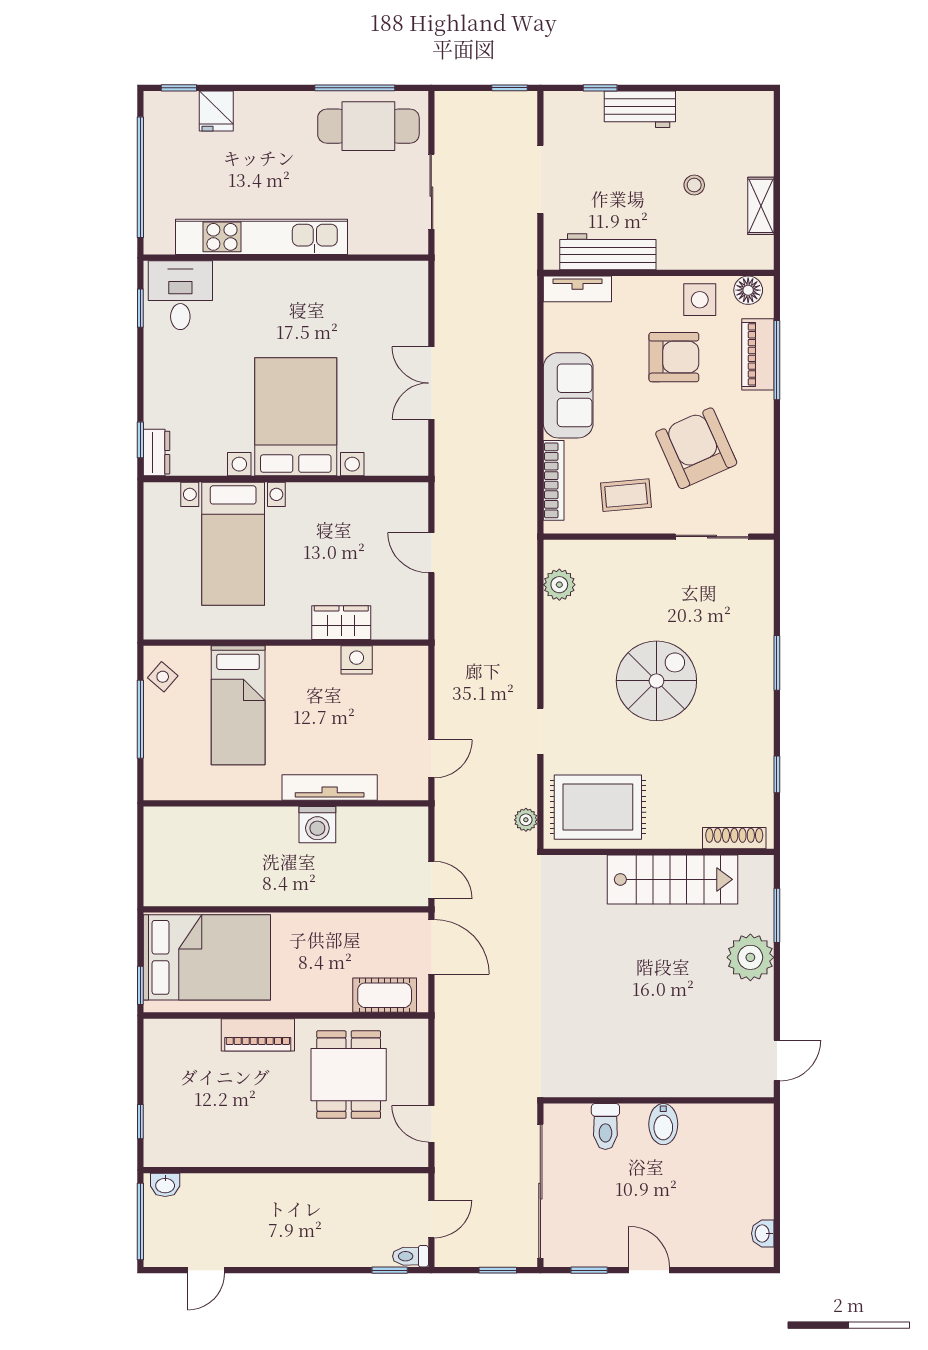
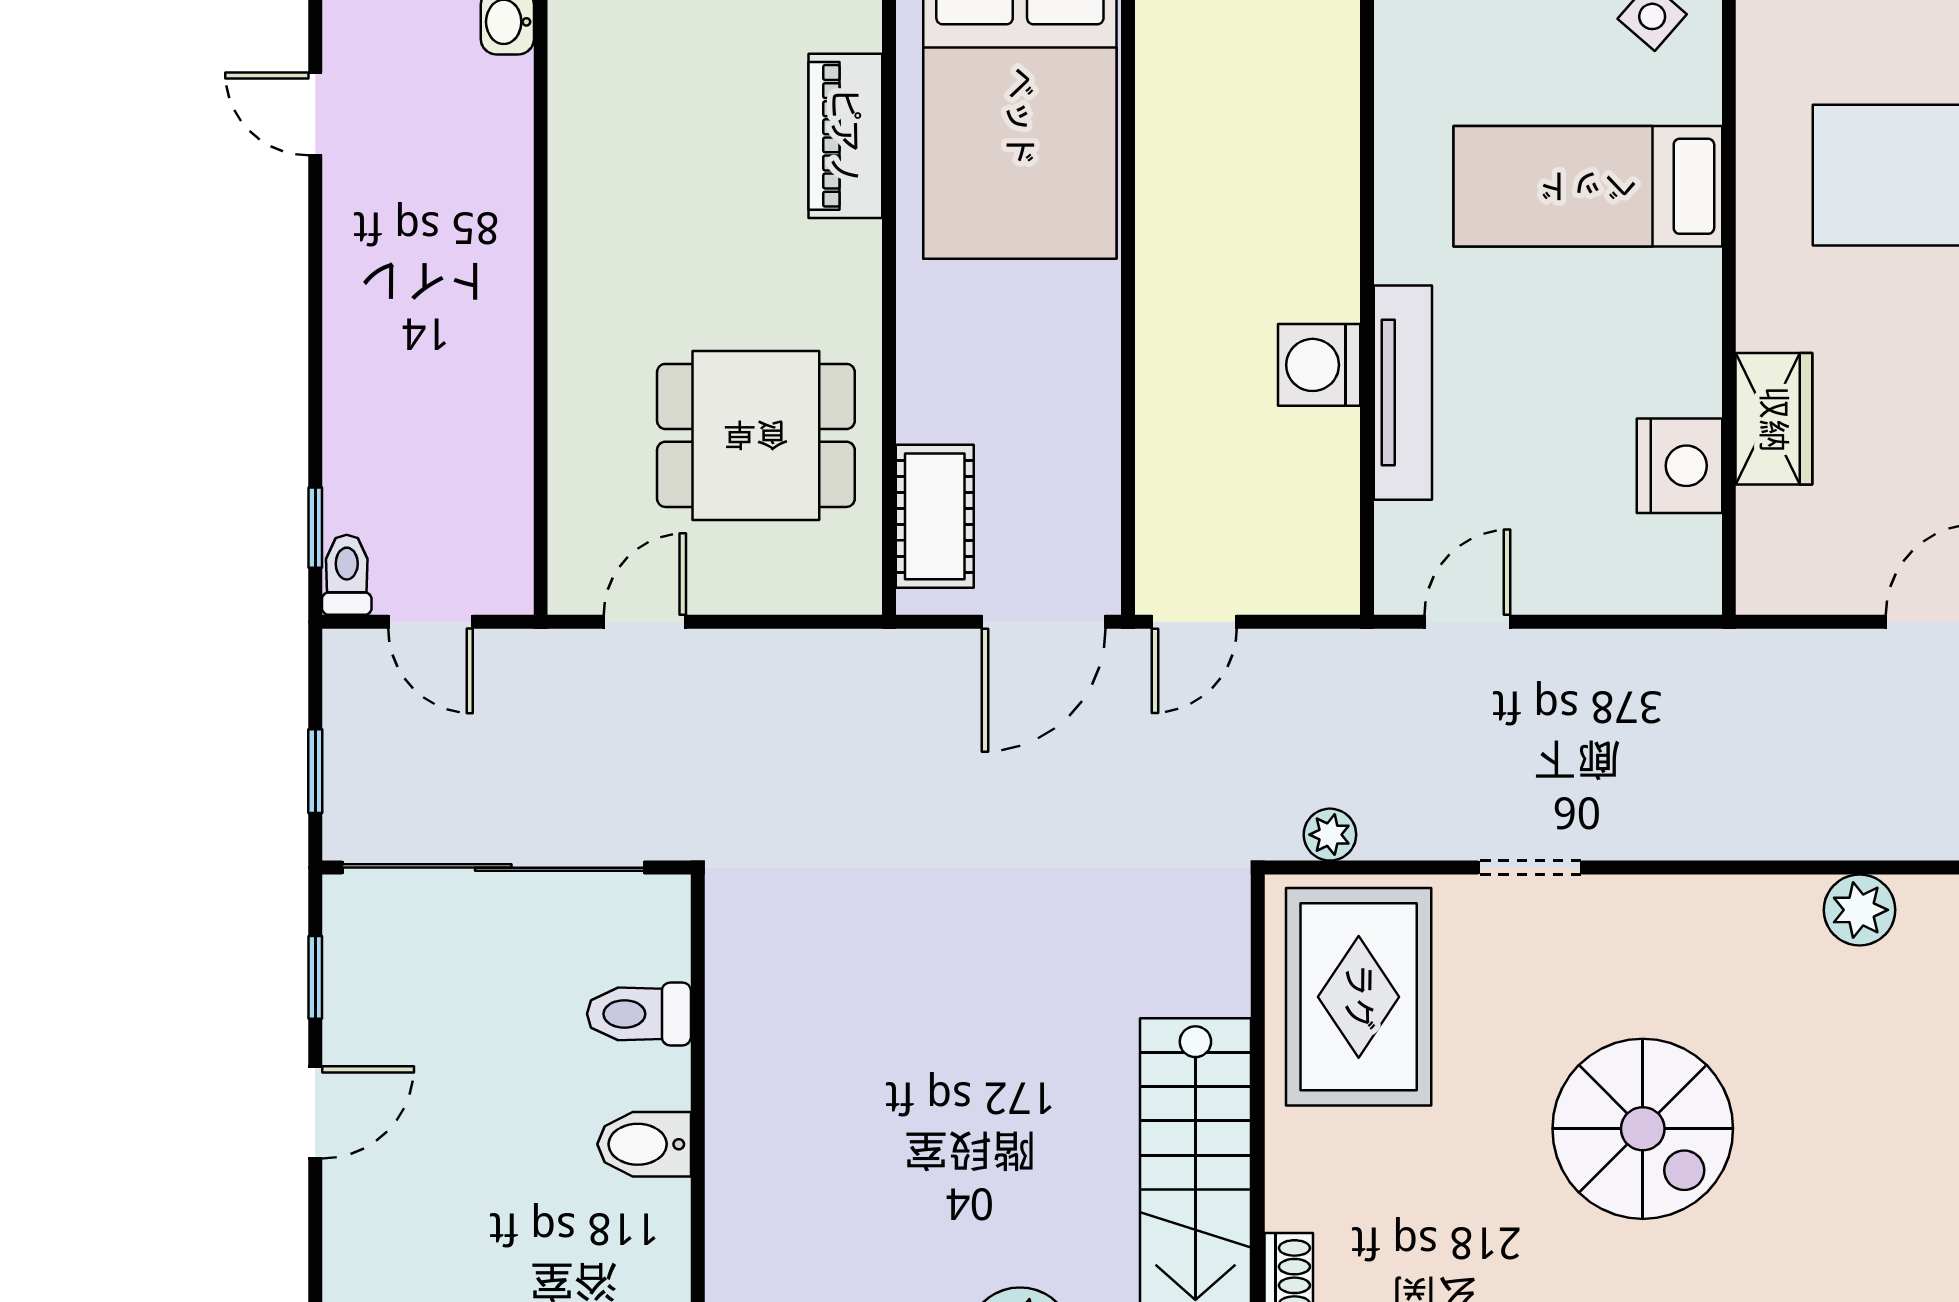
nightstand: (357, 660) -> (1679, 466), width x1.36, depth x1.33
door: (431, 759) -> (1467, 622), swing flipped
piano: (258, 1035) -> (845, 136), moved

